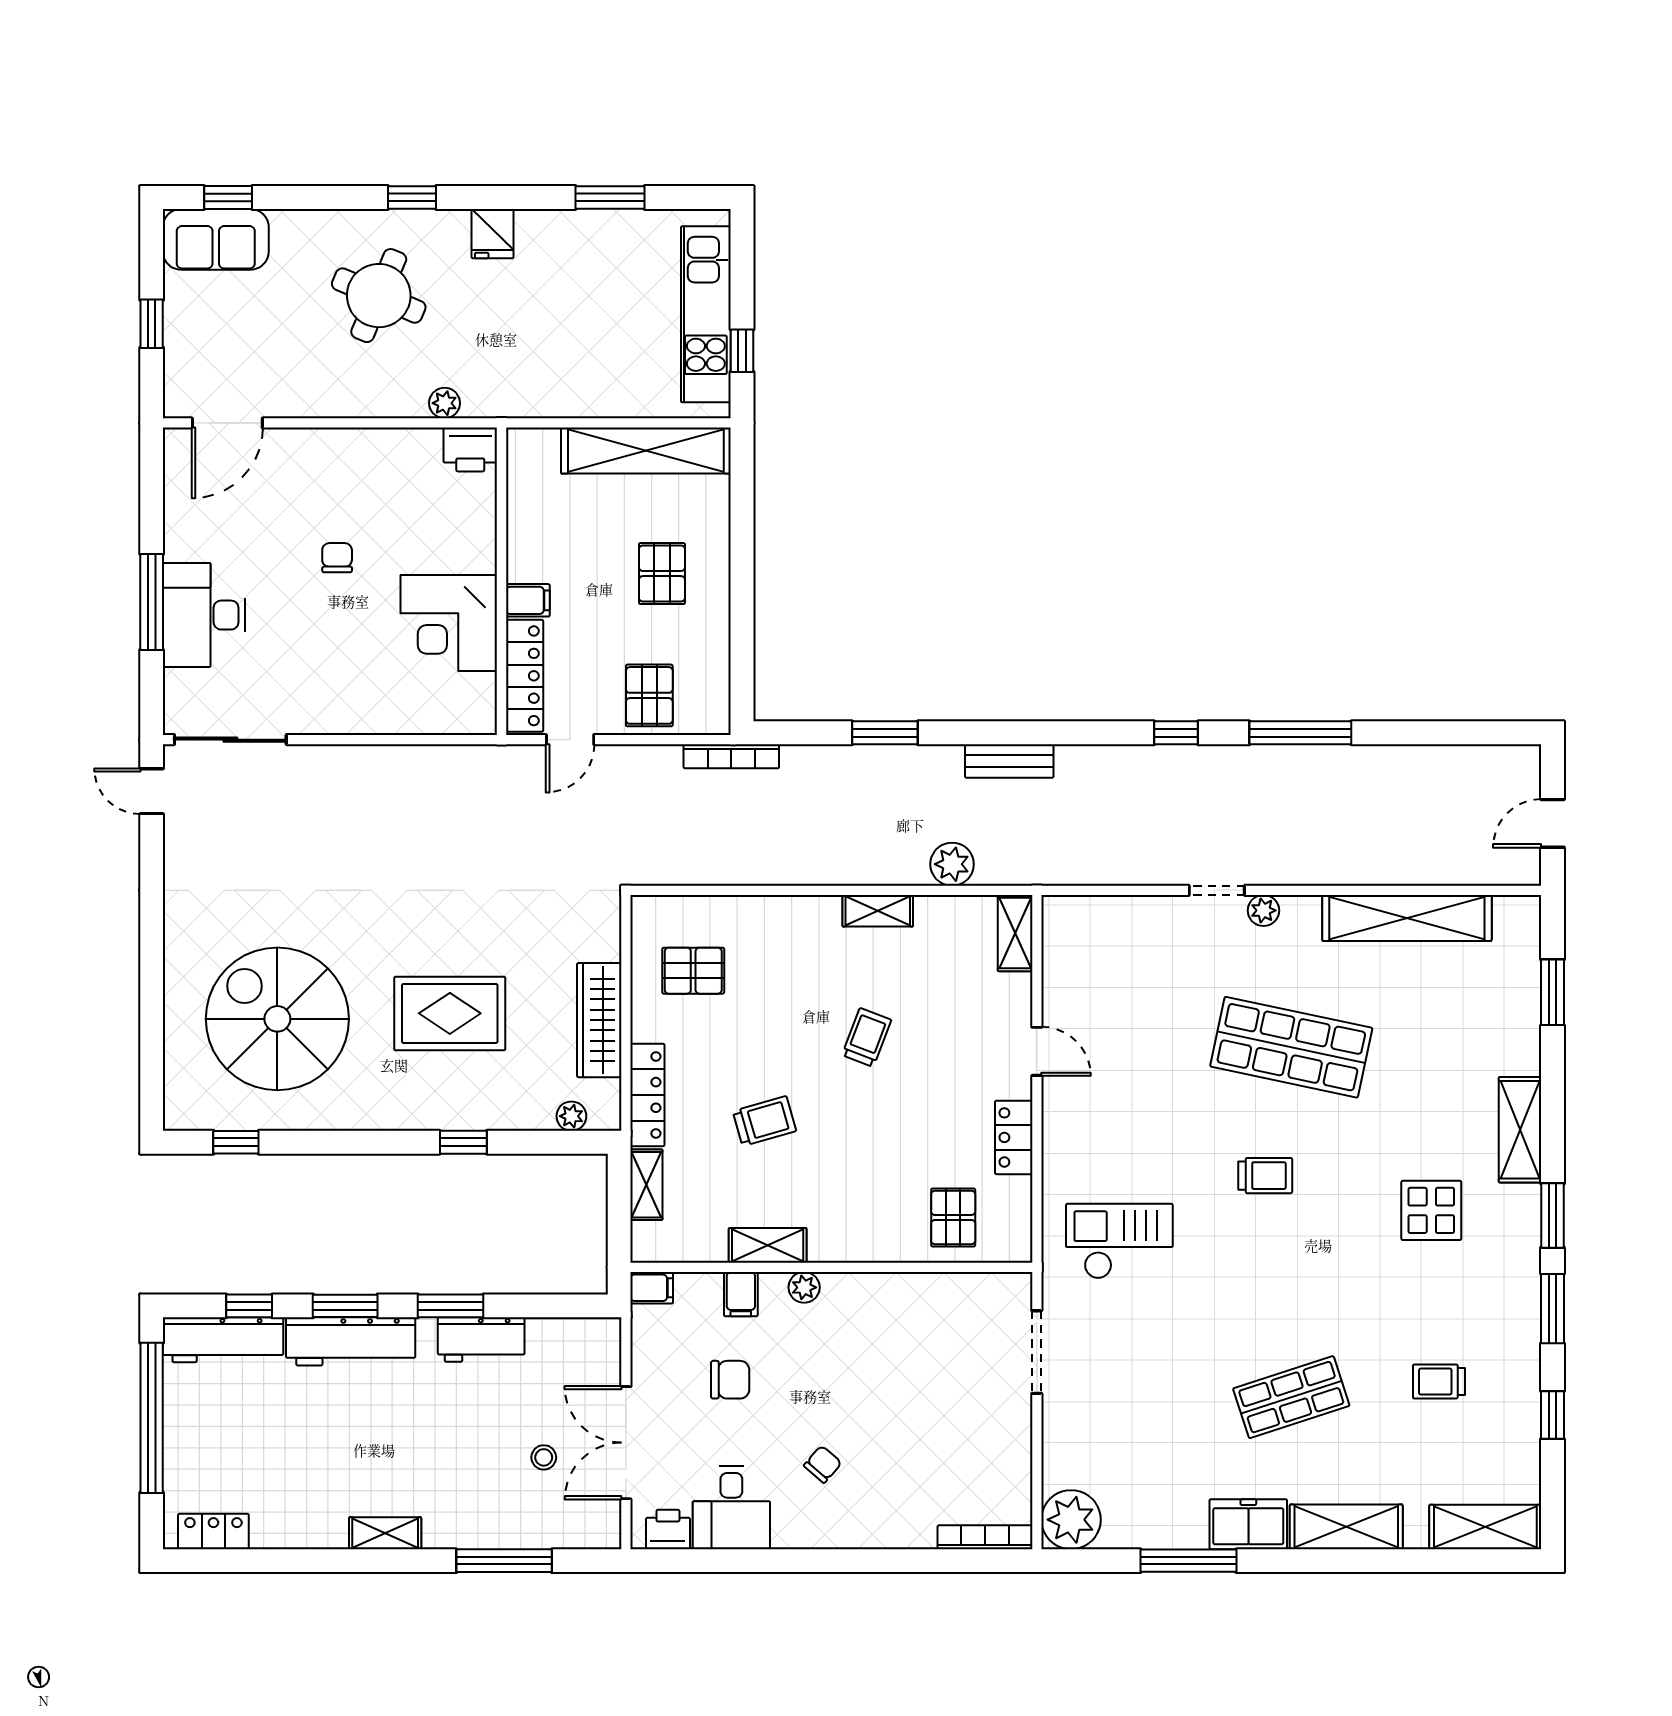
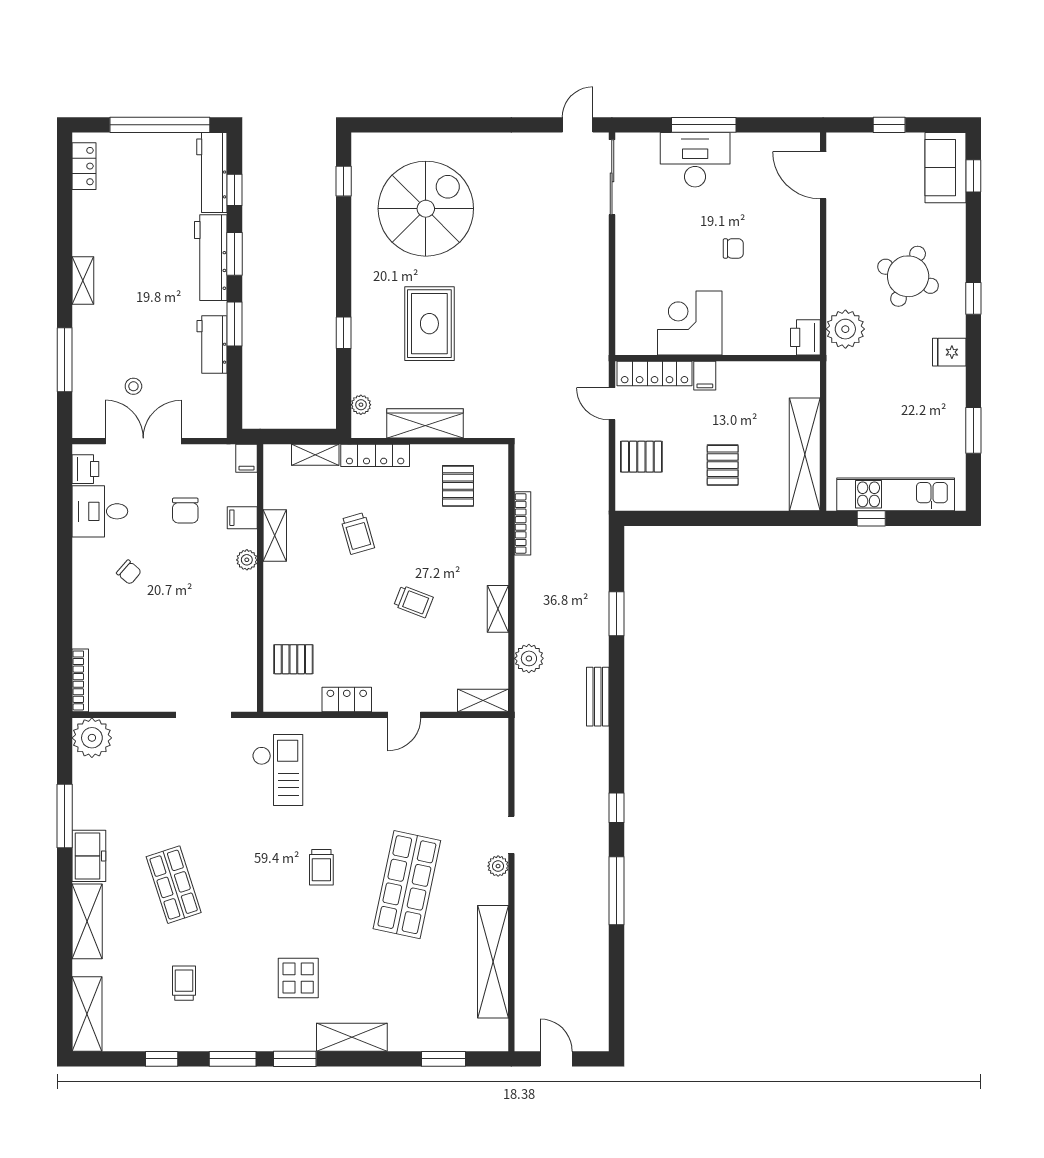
plant: (445, 403) -> (845, 329), width x1.88, depth x1.88
pallet: (662, 574) -> (723, 465), turned 90
bookcase: (731, 756) -> (523, 523), moved, turned 180

